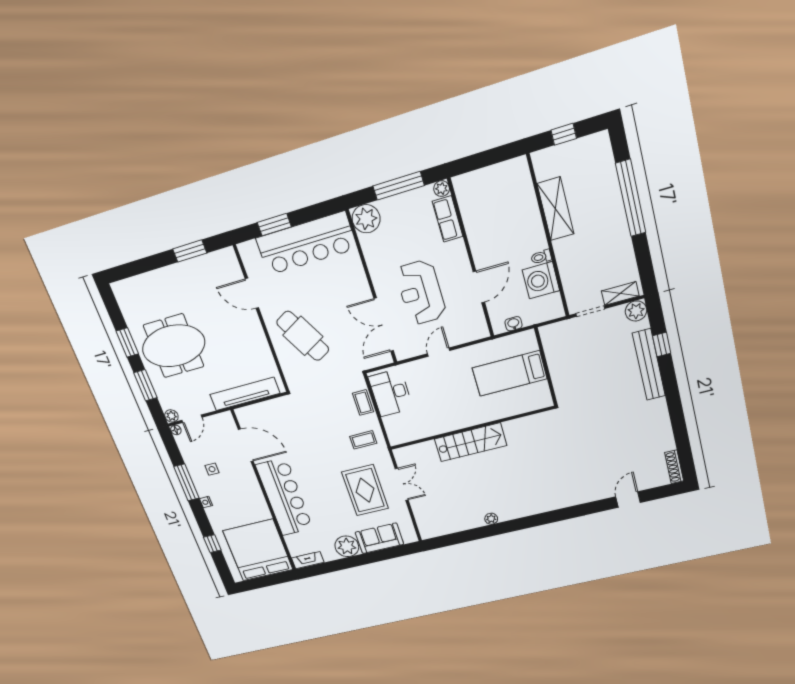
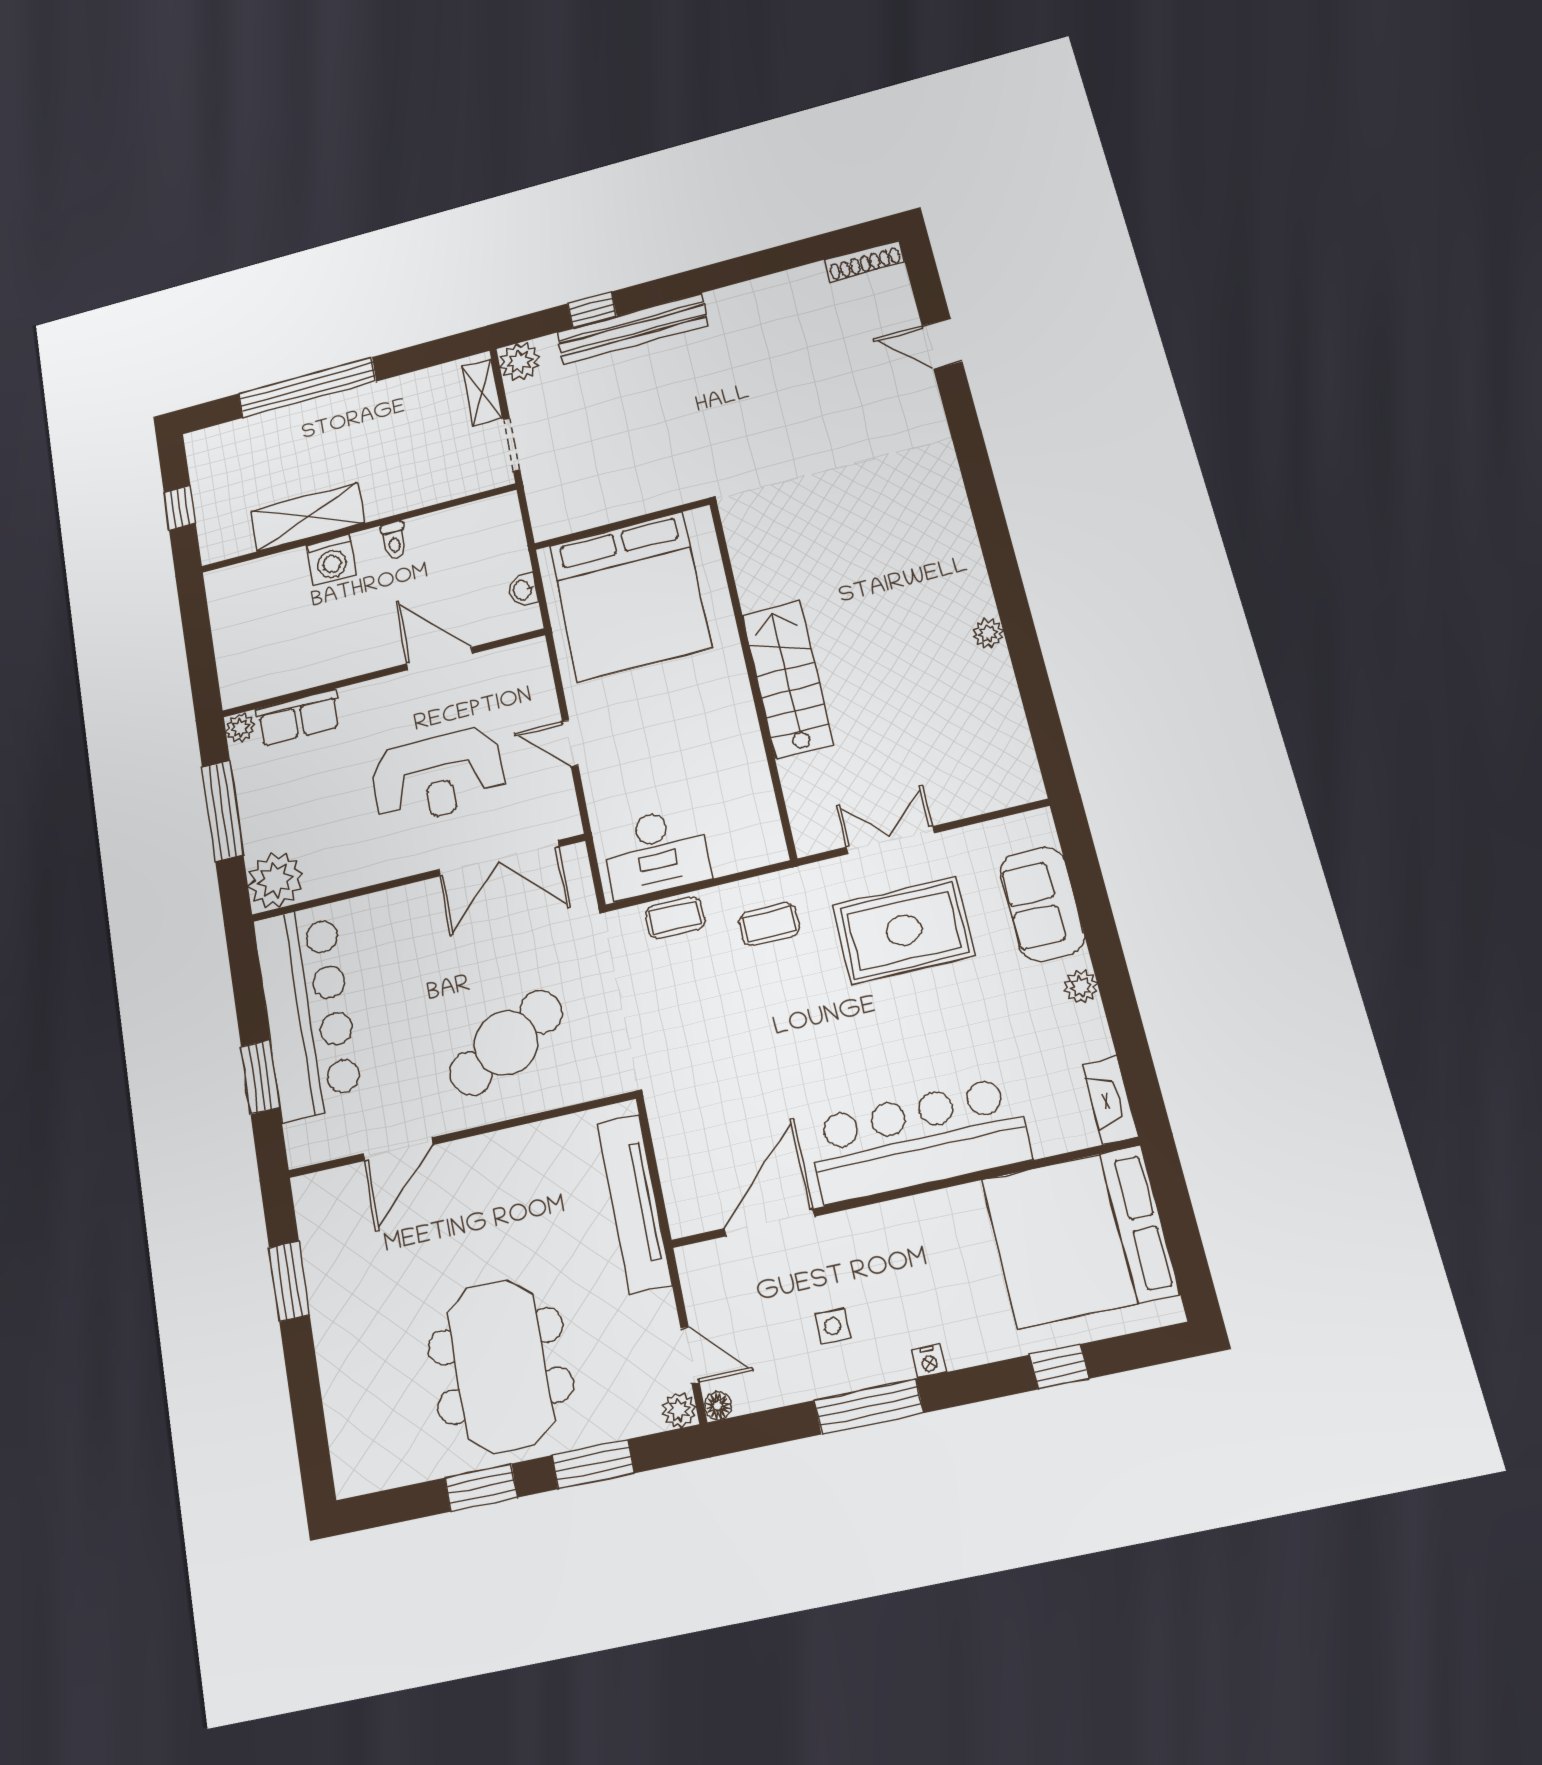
washing machine: (541, 280) -> (331, 560), moved, width x0.73, depth x0.73
bed: (510, 373) -> (630, 596), width x2.04
coffee table: (363, 440) -> (769, 924), turned 90
plant: (347, 546) -> (1081, 987), width x0.53, depth x0.53

